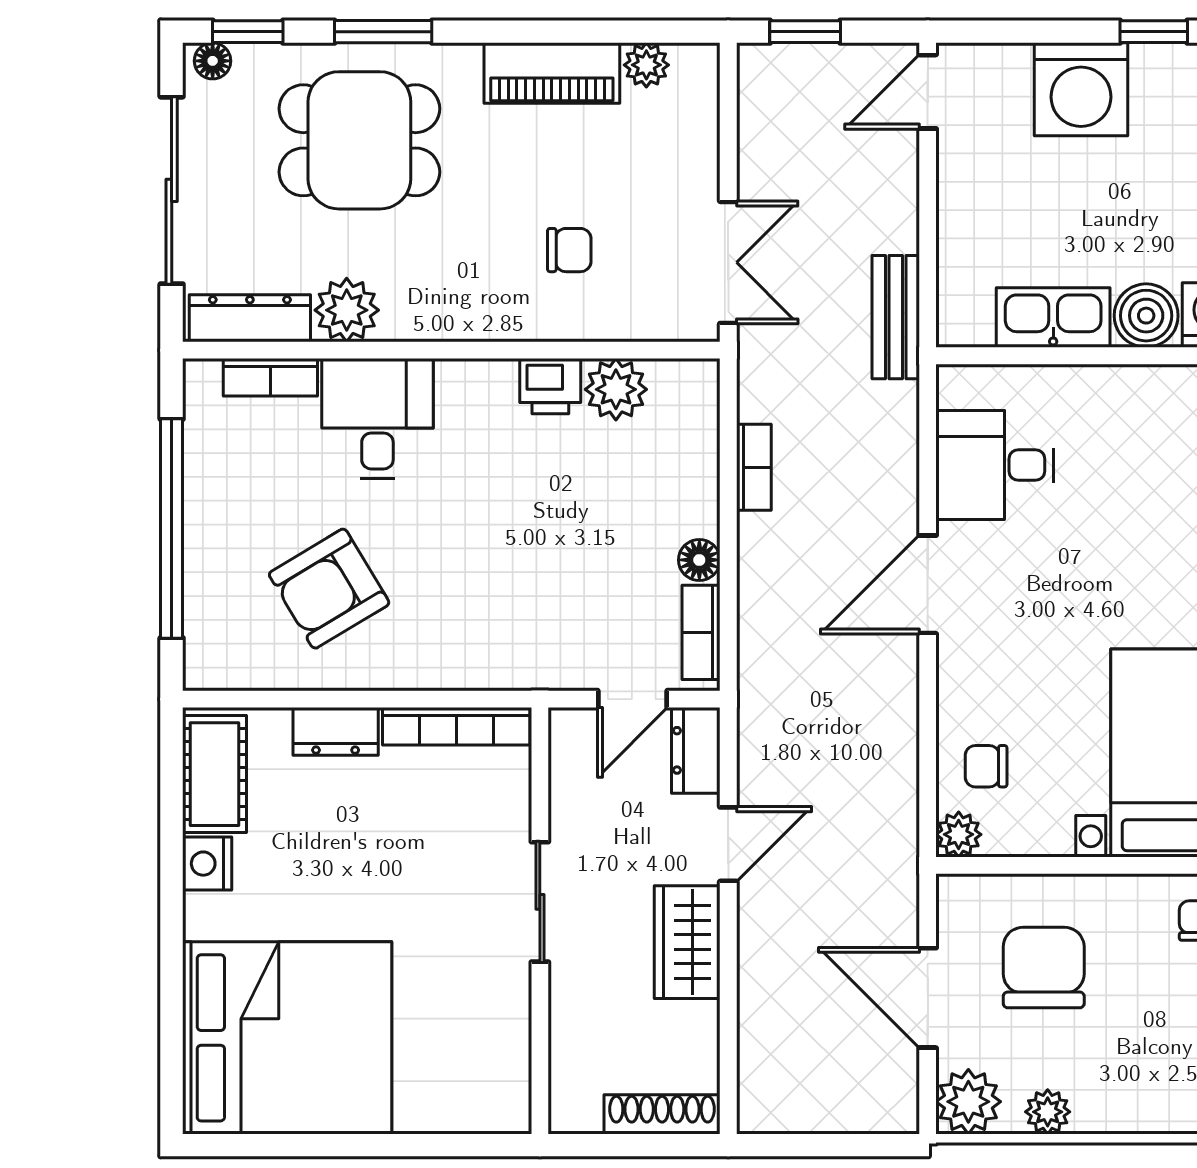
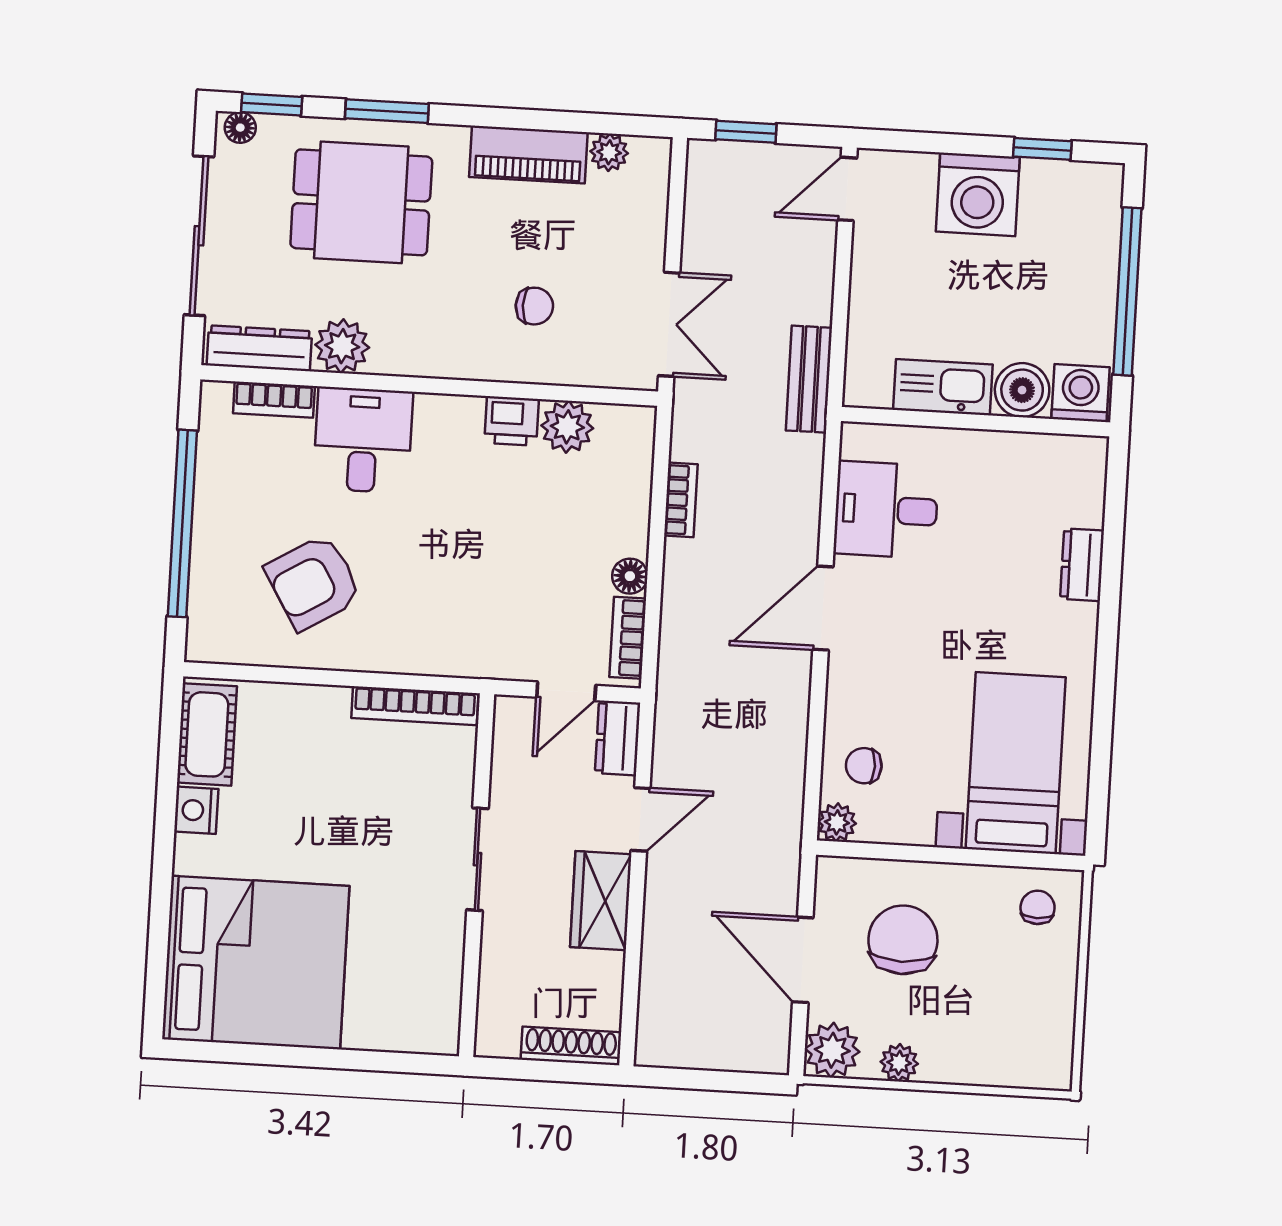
dresser: (336, 731) -> (312, 704), removed

